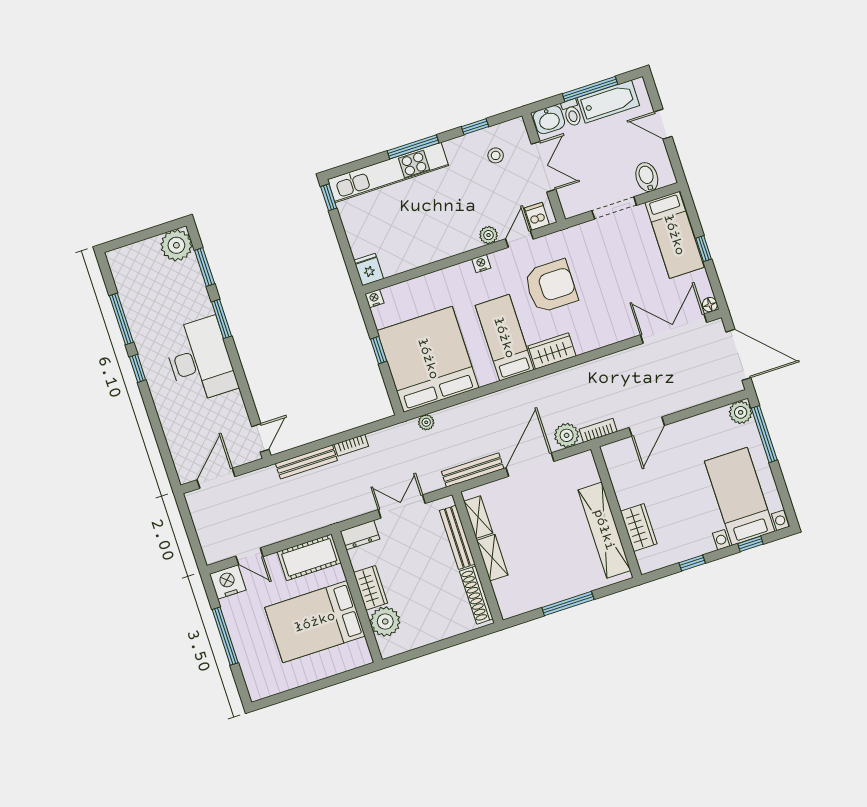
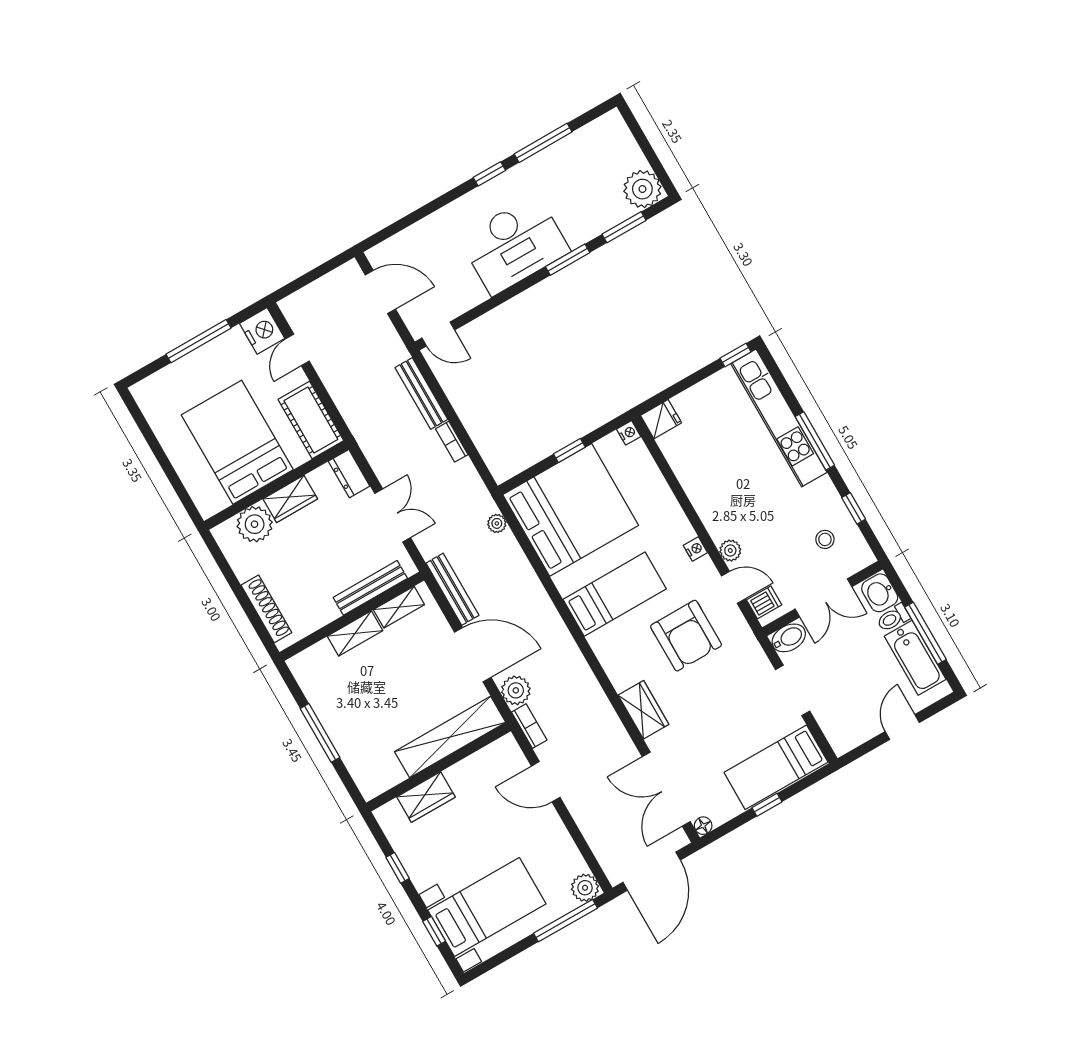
bidet: (647, 177) -> (789, 638), moved
double door: (674, 329) -> (666, 789), swing flipped
wardrobe: (552, 351) -> (643, 710), moved
shelving: (604, 530) -> (450, 737), moved
shoe rack: (476, 595) -> (266, 609), moved, turned 90

